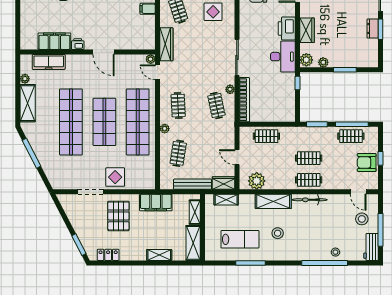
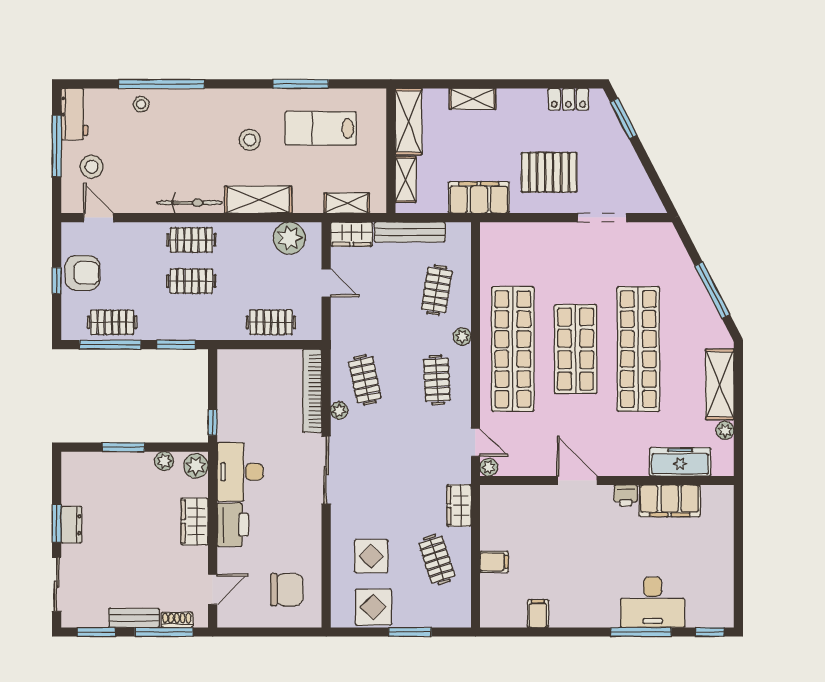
wardrobe: (166, 44) -> (459, 505), width x0.67
display table: (115, 177) -> (555, 245), removed
pallet: (118, 216) -> (549, 172), turned 90

